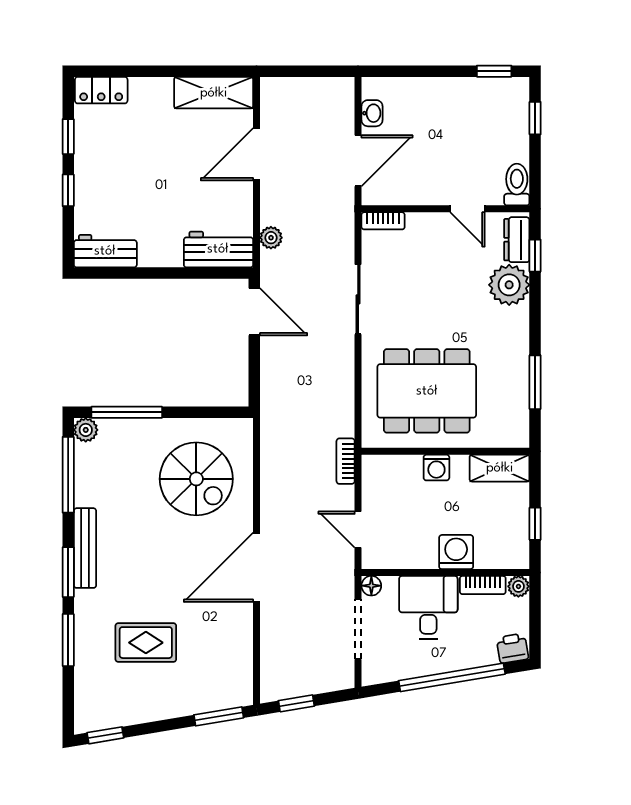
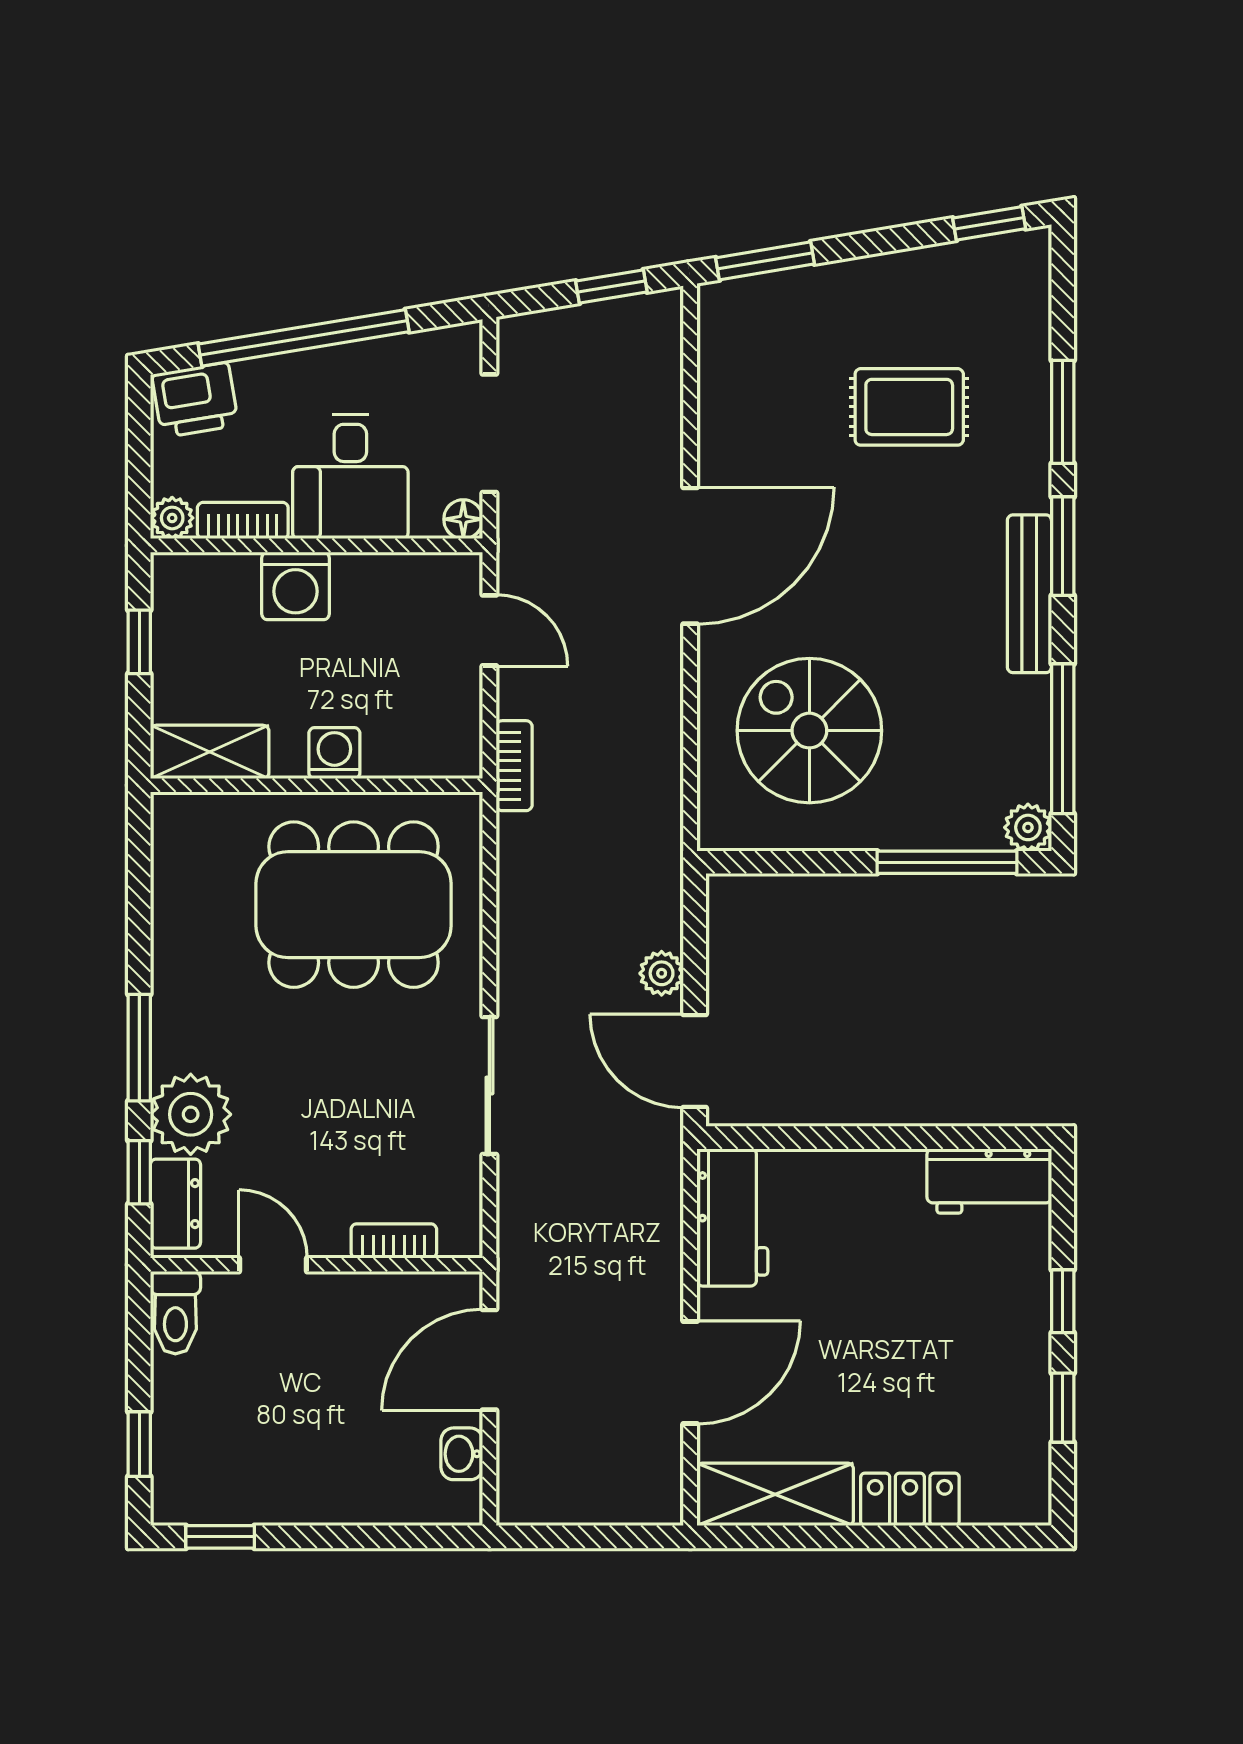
locker: (101, 90) -> (910, 1499), moved
bookcase: (383, 221) -> (394, 1241), moved
plant: (271, 238) -> (662, 973), moved
workbench: (218, 249) -> (732, 1217), moved, turned -90
window: (535, 382) -> (139, 1048), moved
printer: (513, 648) -> (195, 400), width x1.36, depth x1.24

